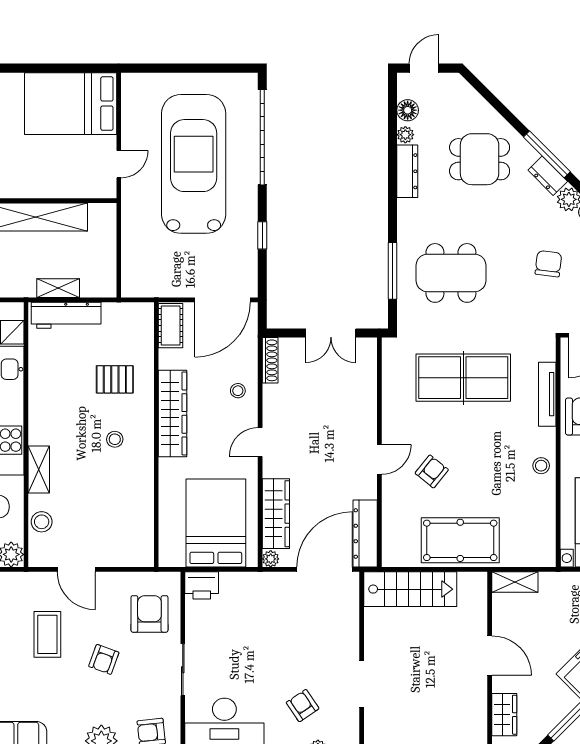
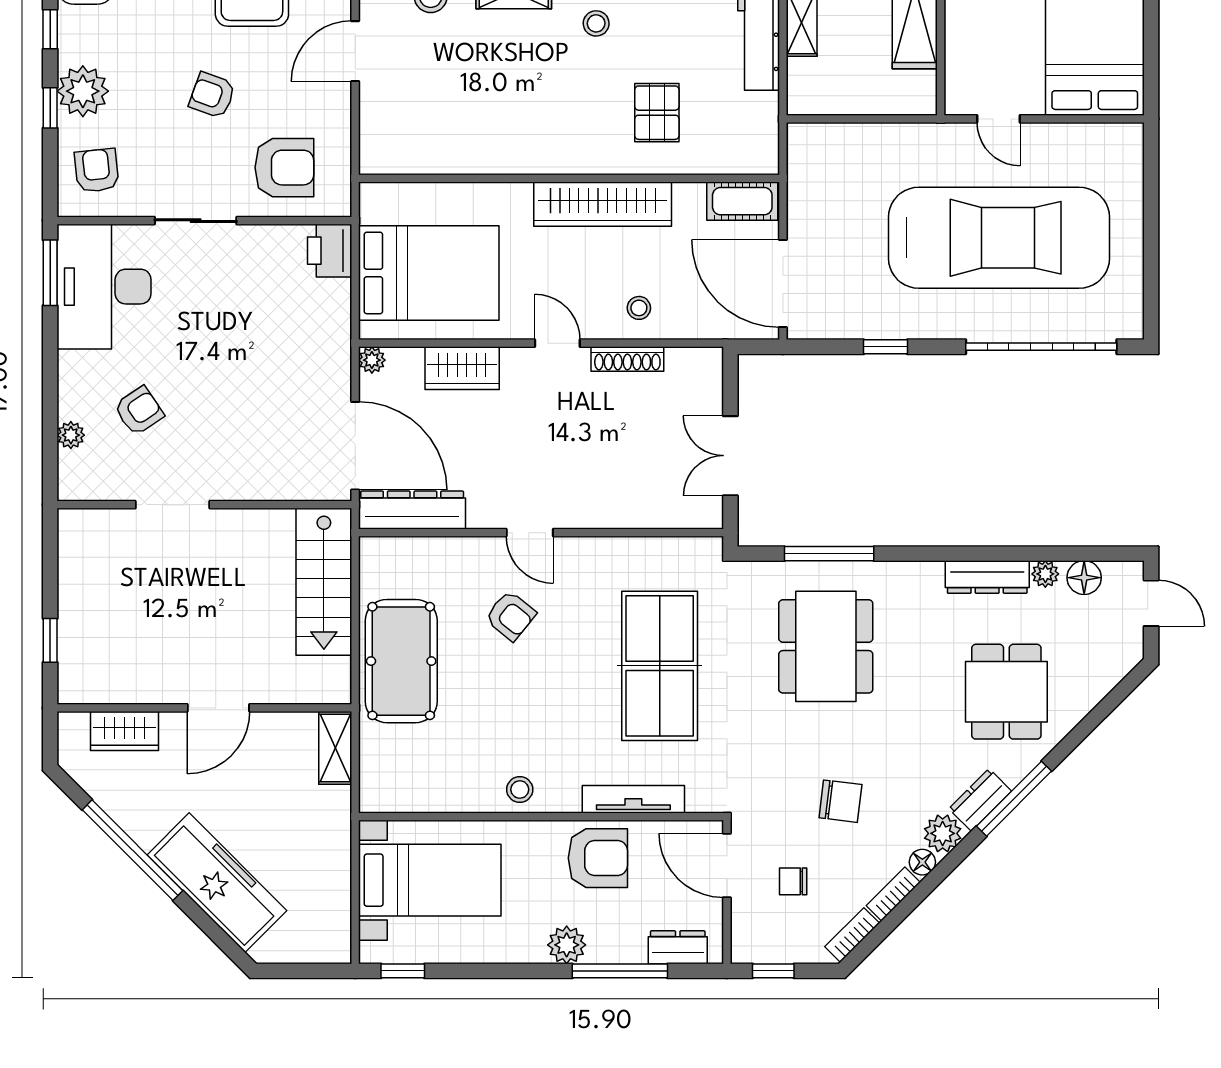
shoe rack: (270, 360) -> (627, 359), moved
stool: (115, 439) -> (596, 23), moved
wardrobe: (276, 514) -> (462, 368), width x0.67

